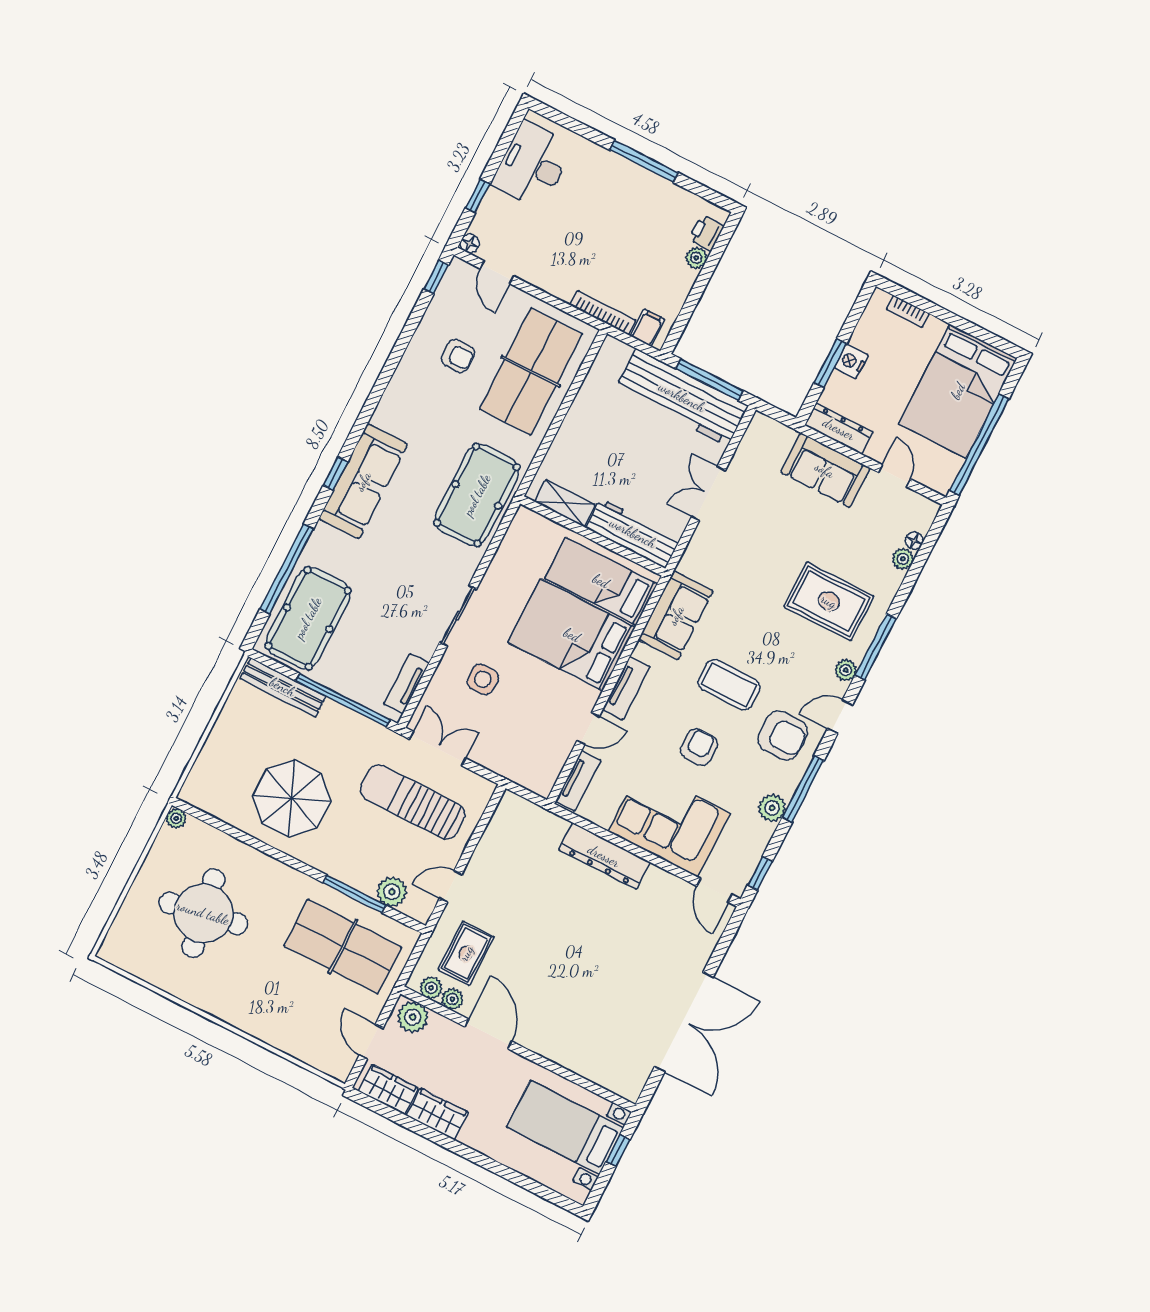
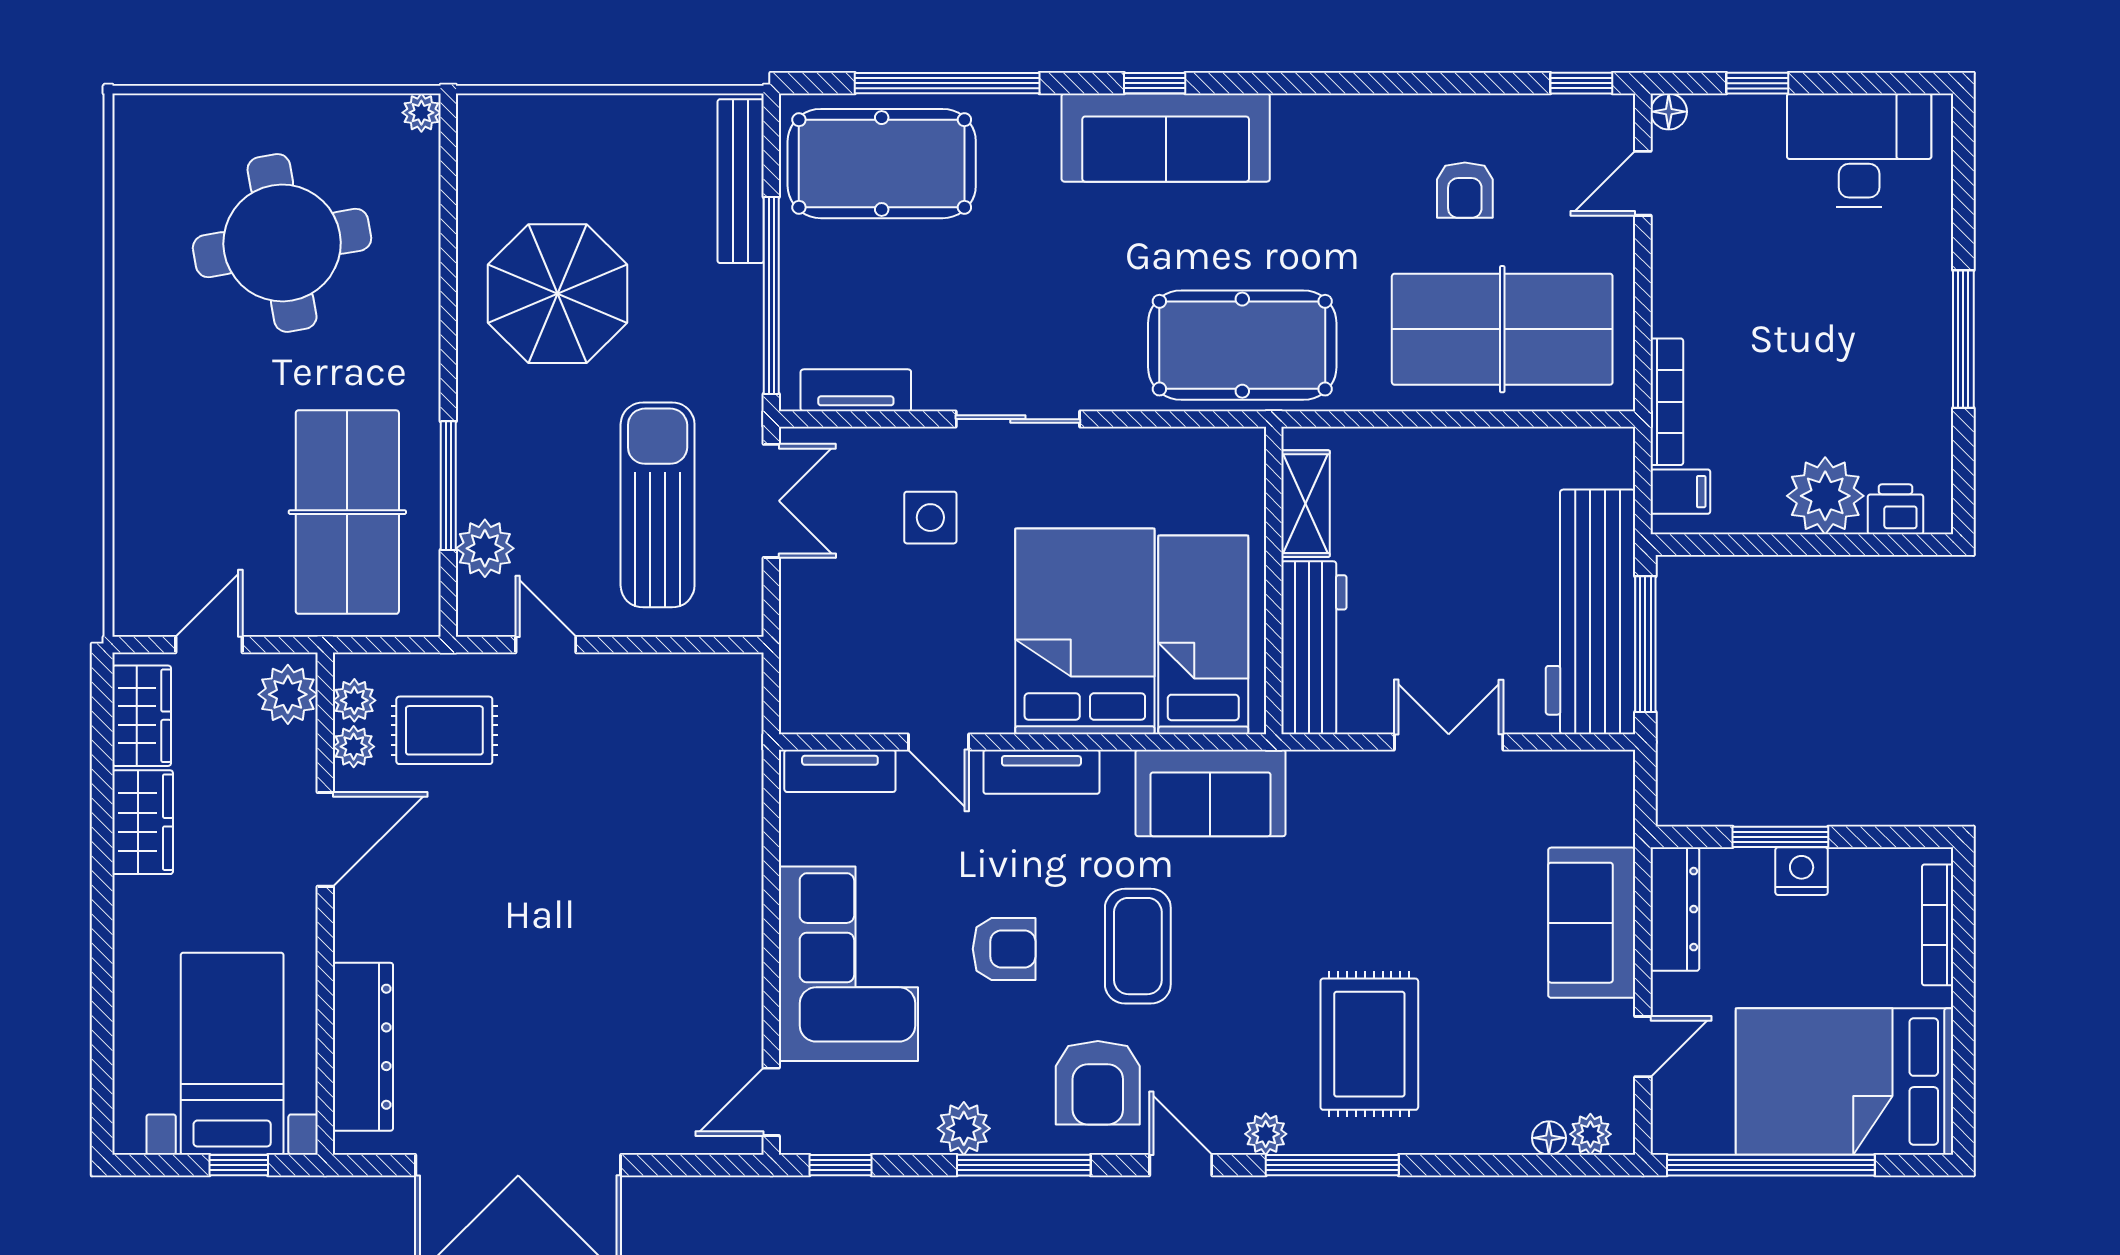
plant: (696, 258) -> (1825, 496), width x1.87, depth x1.87
bookcase: (908, 311) -> (1938, 925), width x1.56
plant: (903, 559) -> (1590, 1134), moved
dresser: (604, 856) -> (363, 1047), moved, turned 180

